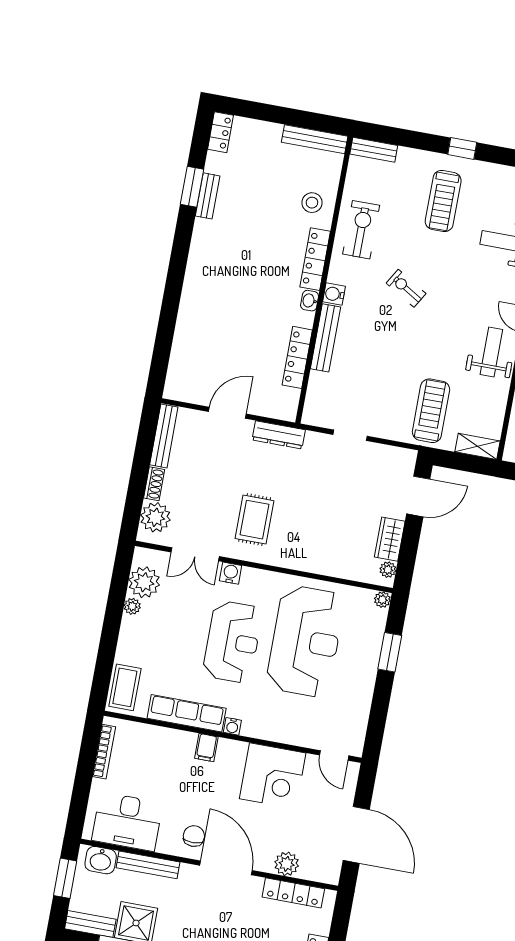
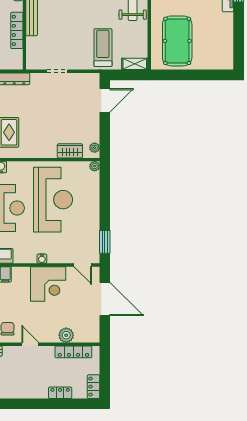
wardrobe: (390, 539) -> (70, 151), moved, turned 90
window: (390, 652) -> (105, 242), moved
water cooler: (232, 726) -> (42, 259), moved
door: (356, 835) -> (105, 299), moved
door: (226, 868) -> (30, 344), width x0.53

